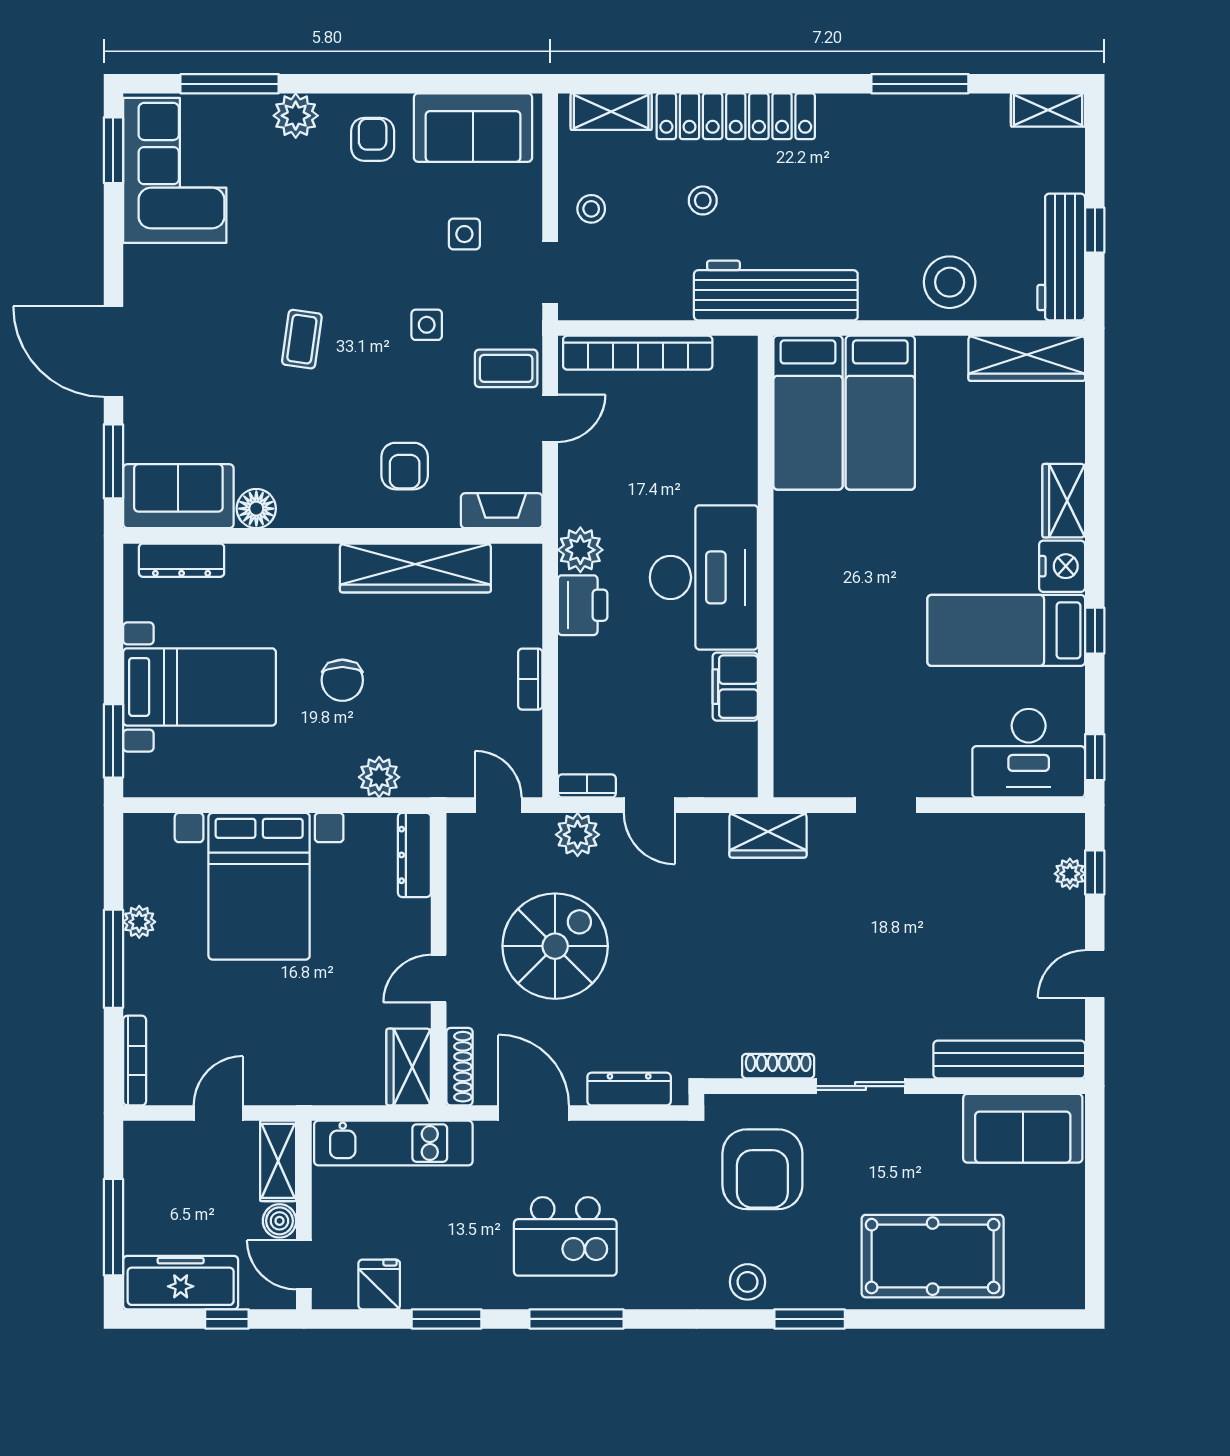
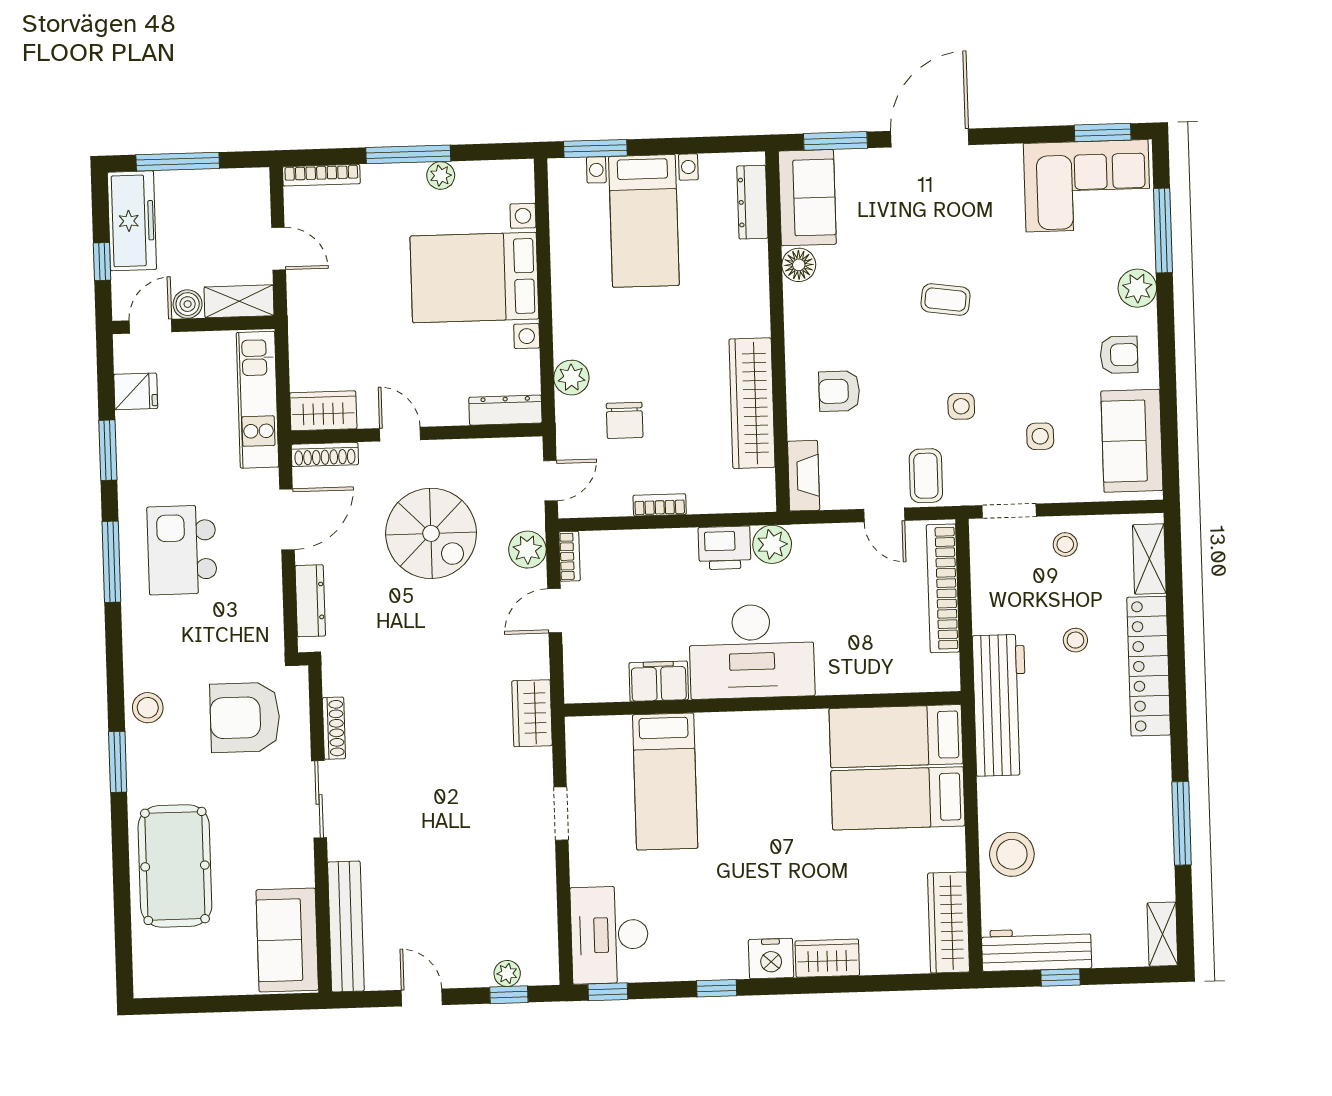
bed: (1006, 630) -> (665, 781), moved, turned 180
chair: (342, 680) -> (625, 420), moved, turned -90

